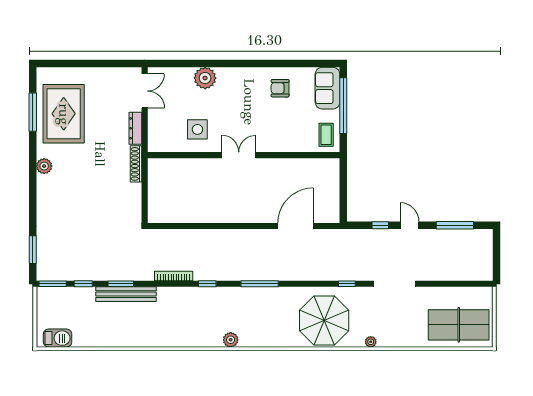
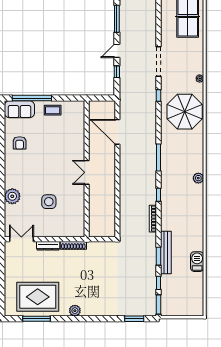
double door: (239, 155) -> (87, 172), moved
wall: (244, 155) -> (87, 169), moved
barbecue: (58, 338) -> (197, 262), moved

